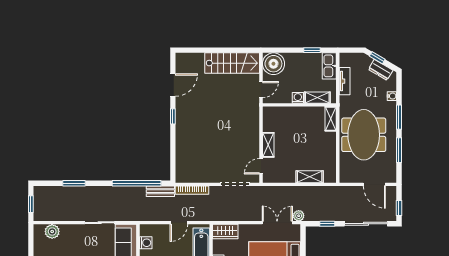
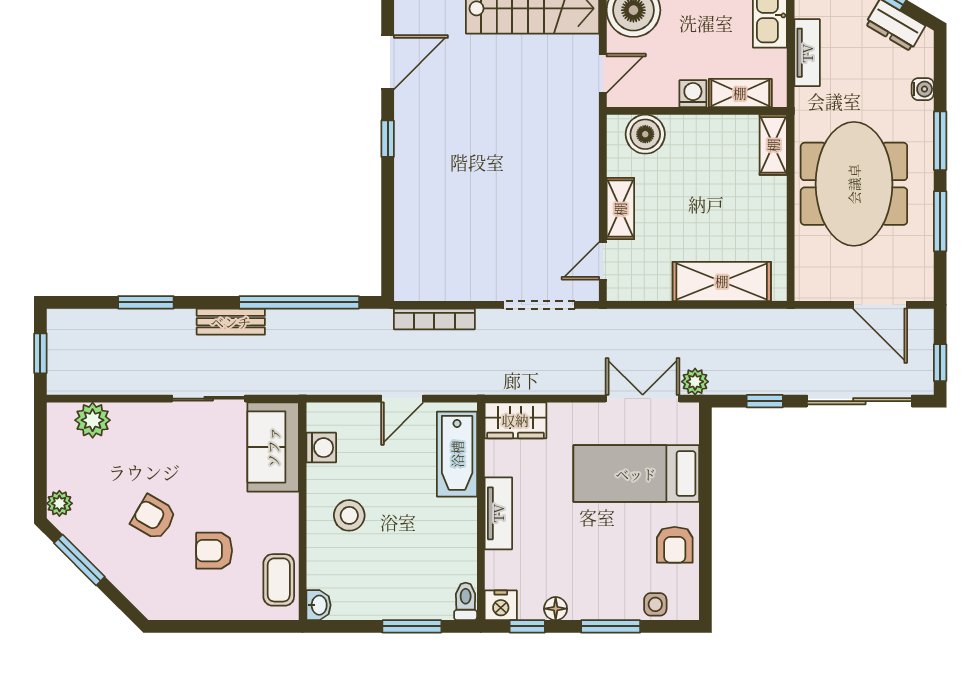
boiler: (278, 114) -> (645, 134), added
shelving: (310, 177) -> (722, 281), width x1.50, depth x1.33
bench: (160, 191) -> (231, 322), moved

